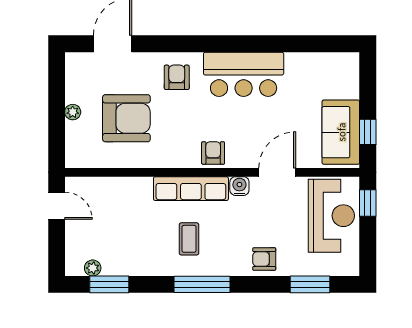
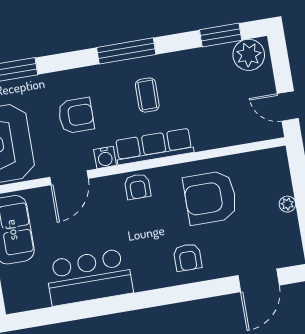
bar counter: (244, 74) -> (89, 277), moved
armchair: (126, 118) -> (210, 198), moved
armchair: (264, 259) -> (76, 116), moved, width x1.38, depth x1.38
plant: (93, 268) -> (249, 55), width x1.88, depth x1.88

